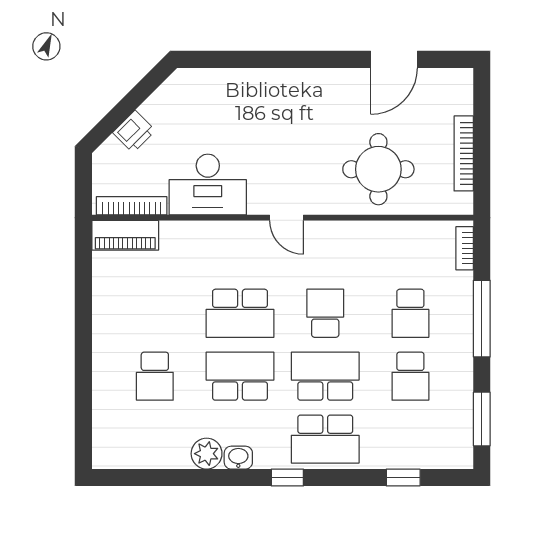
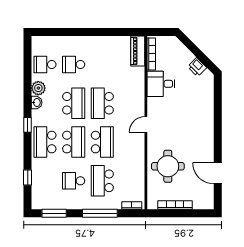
printer: (134, 132) -> (197, 67), moved
desk: (208, 184) -> (161, 84), width x0.73
school desk: (325, 313) -> (102, 142), width x1.85
school desk: (410, 313) -> (102, 181), width x1.85
school desk: (155, 439) -> (45, 64), added

